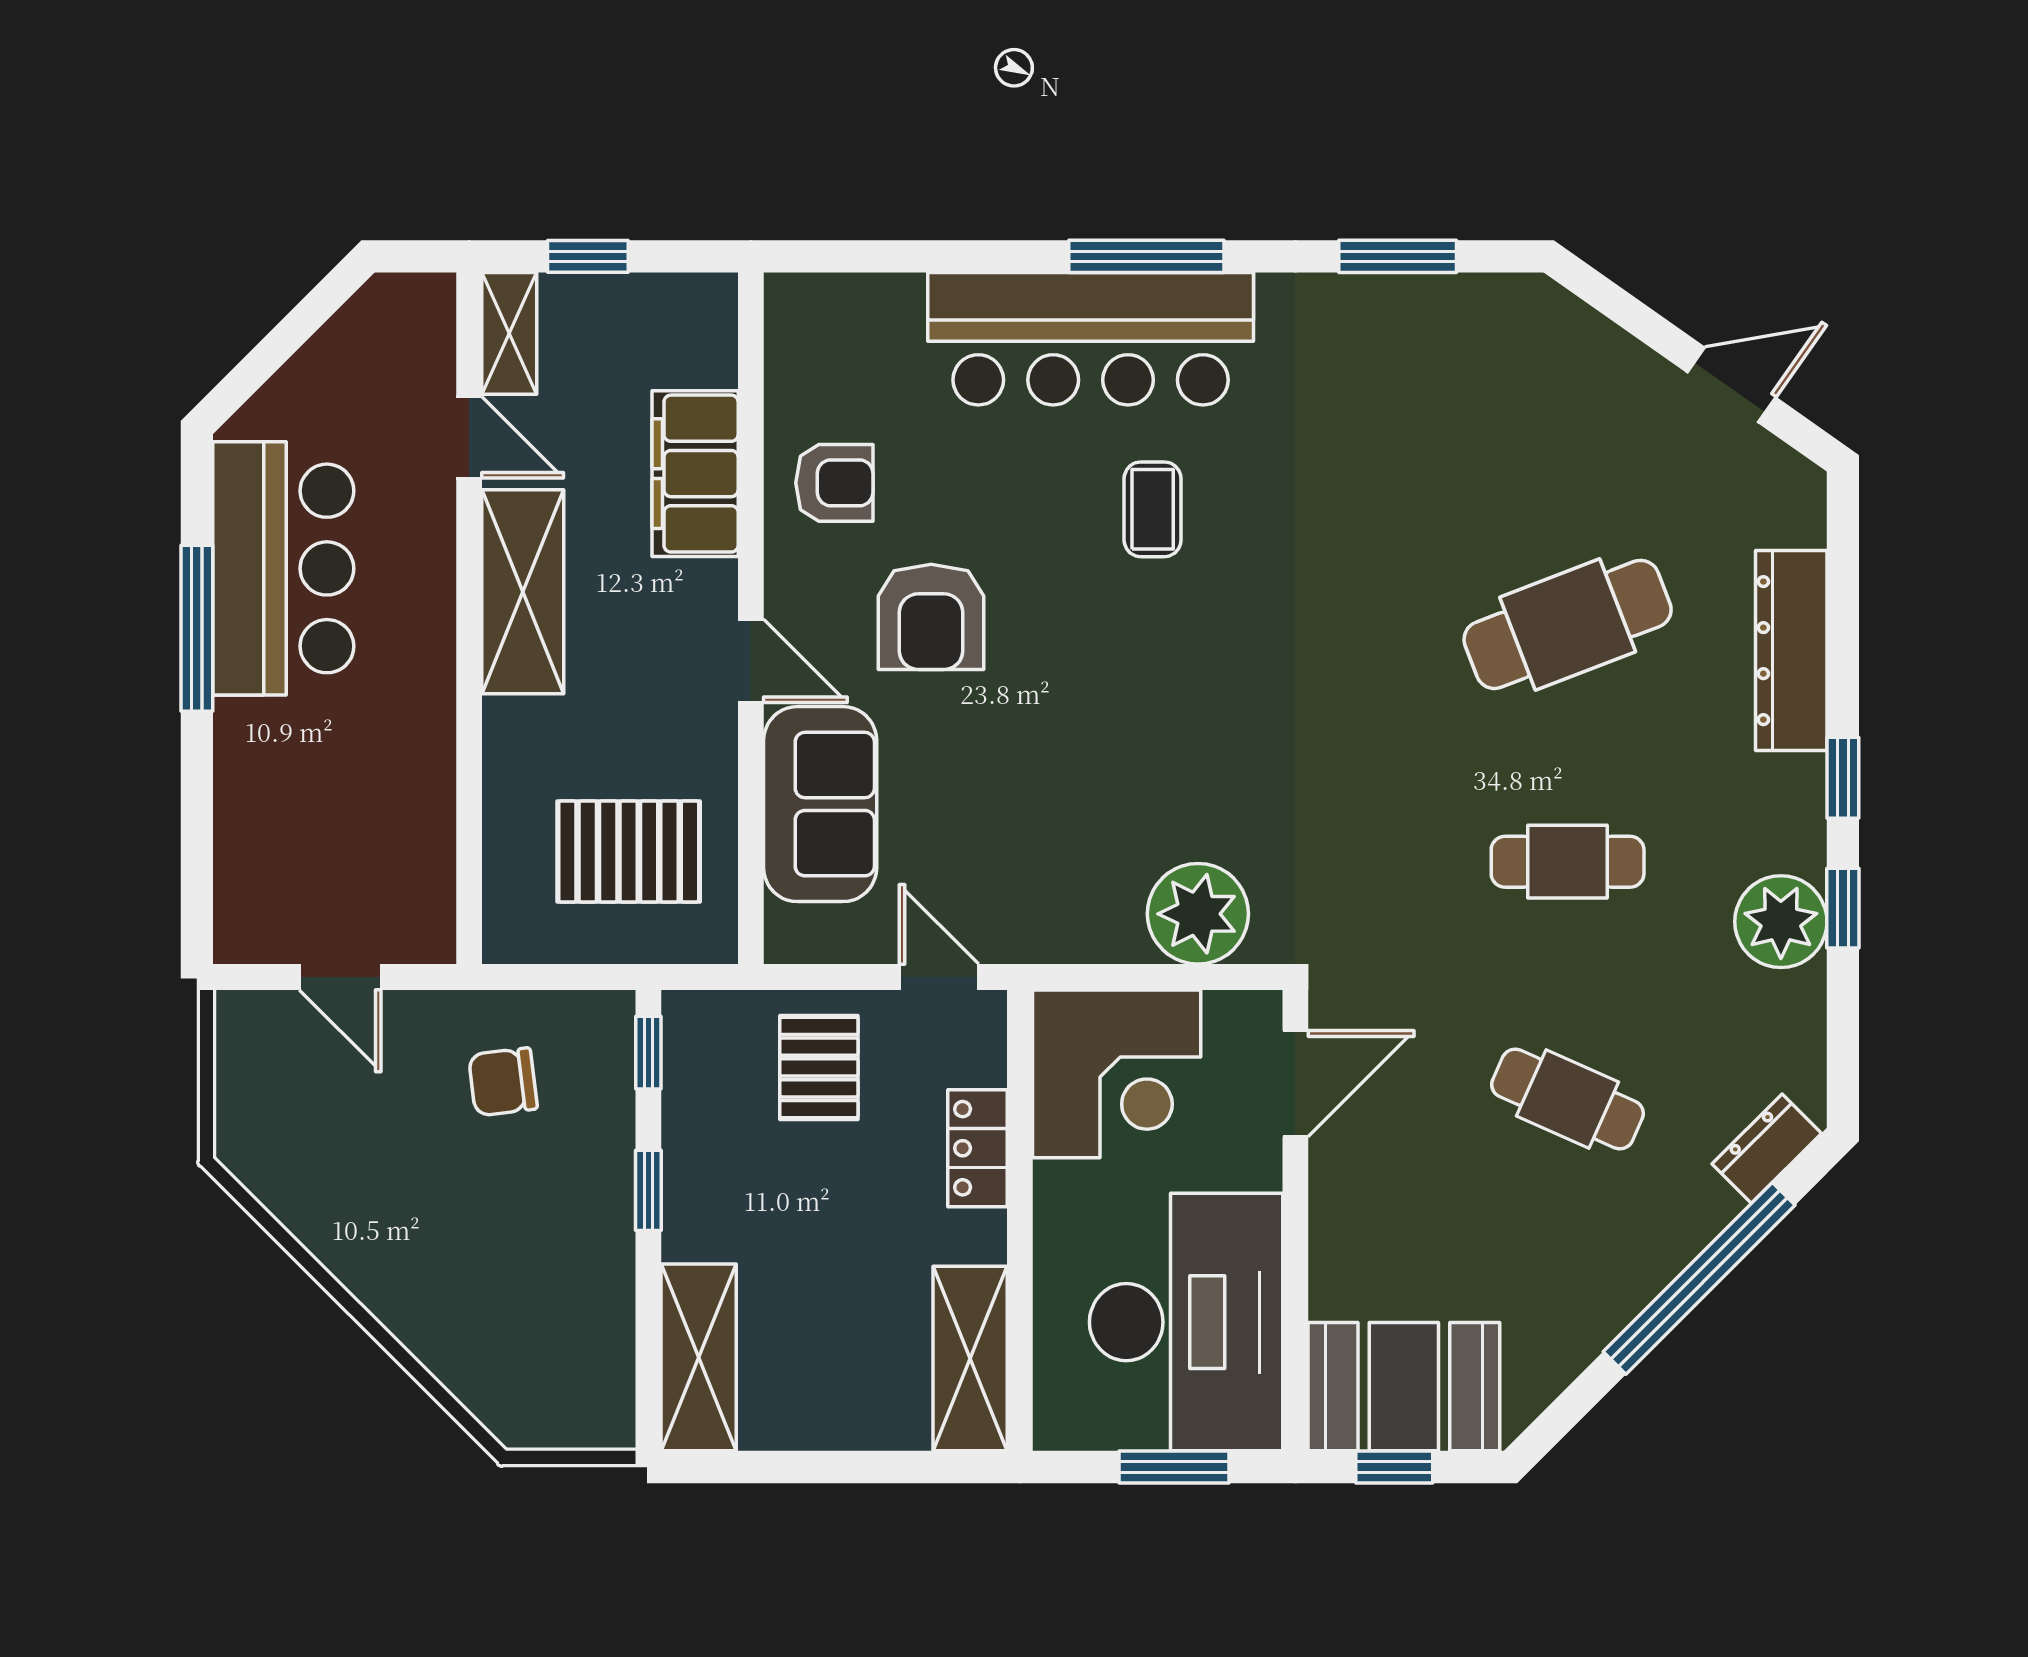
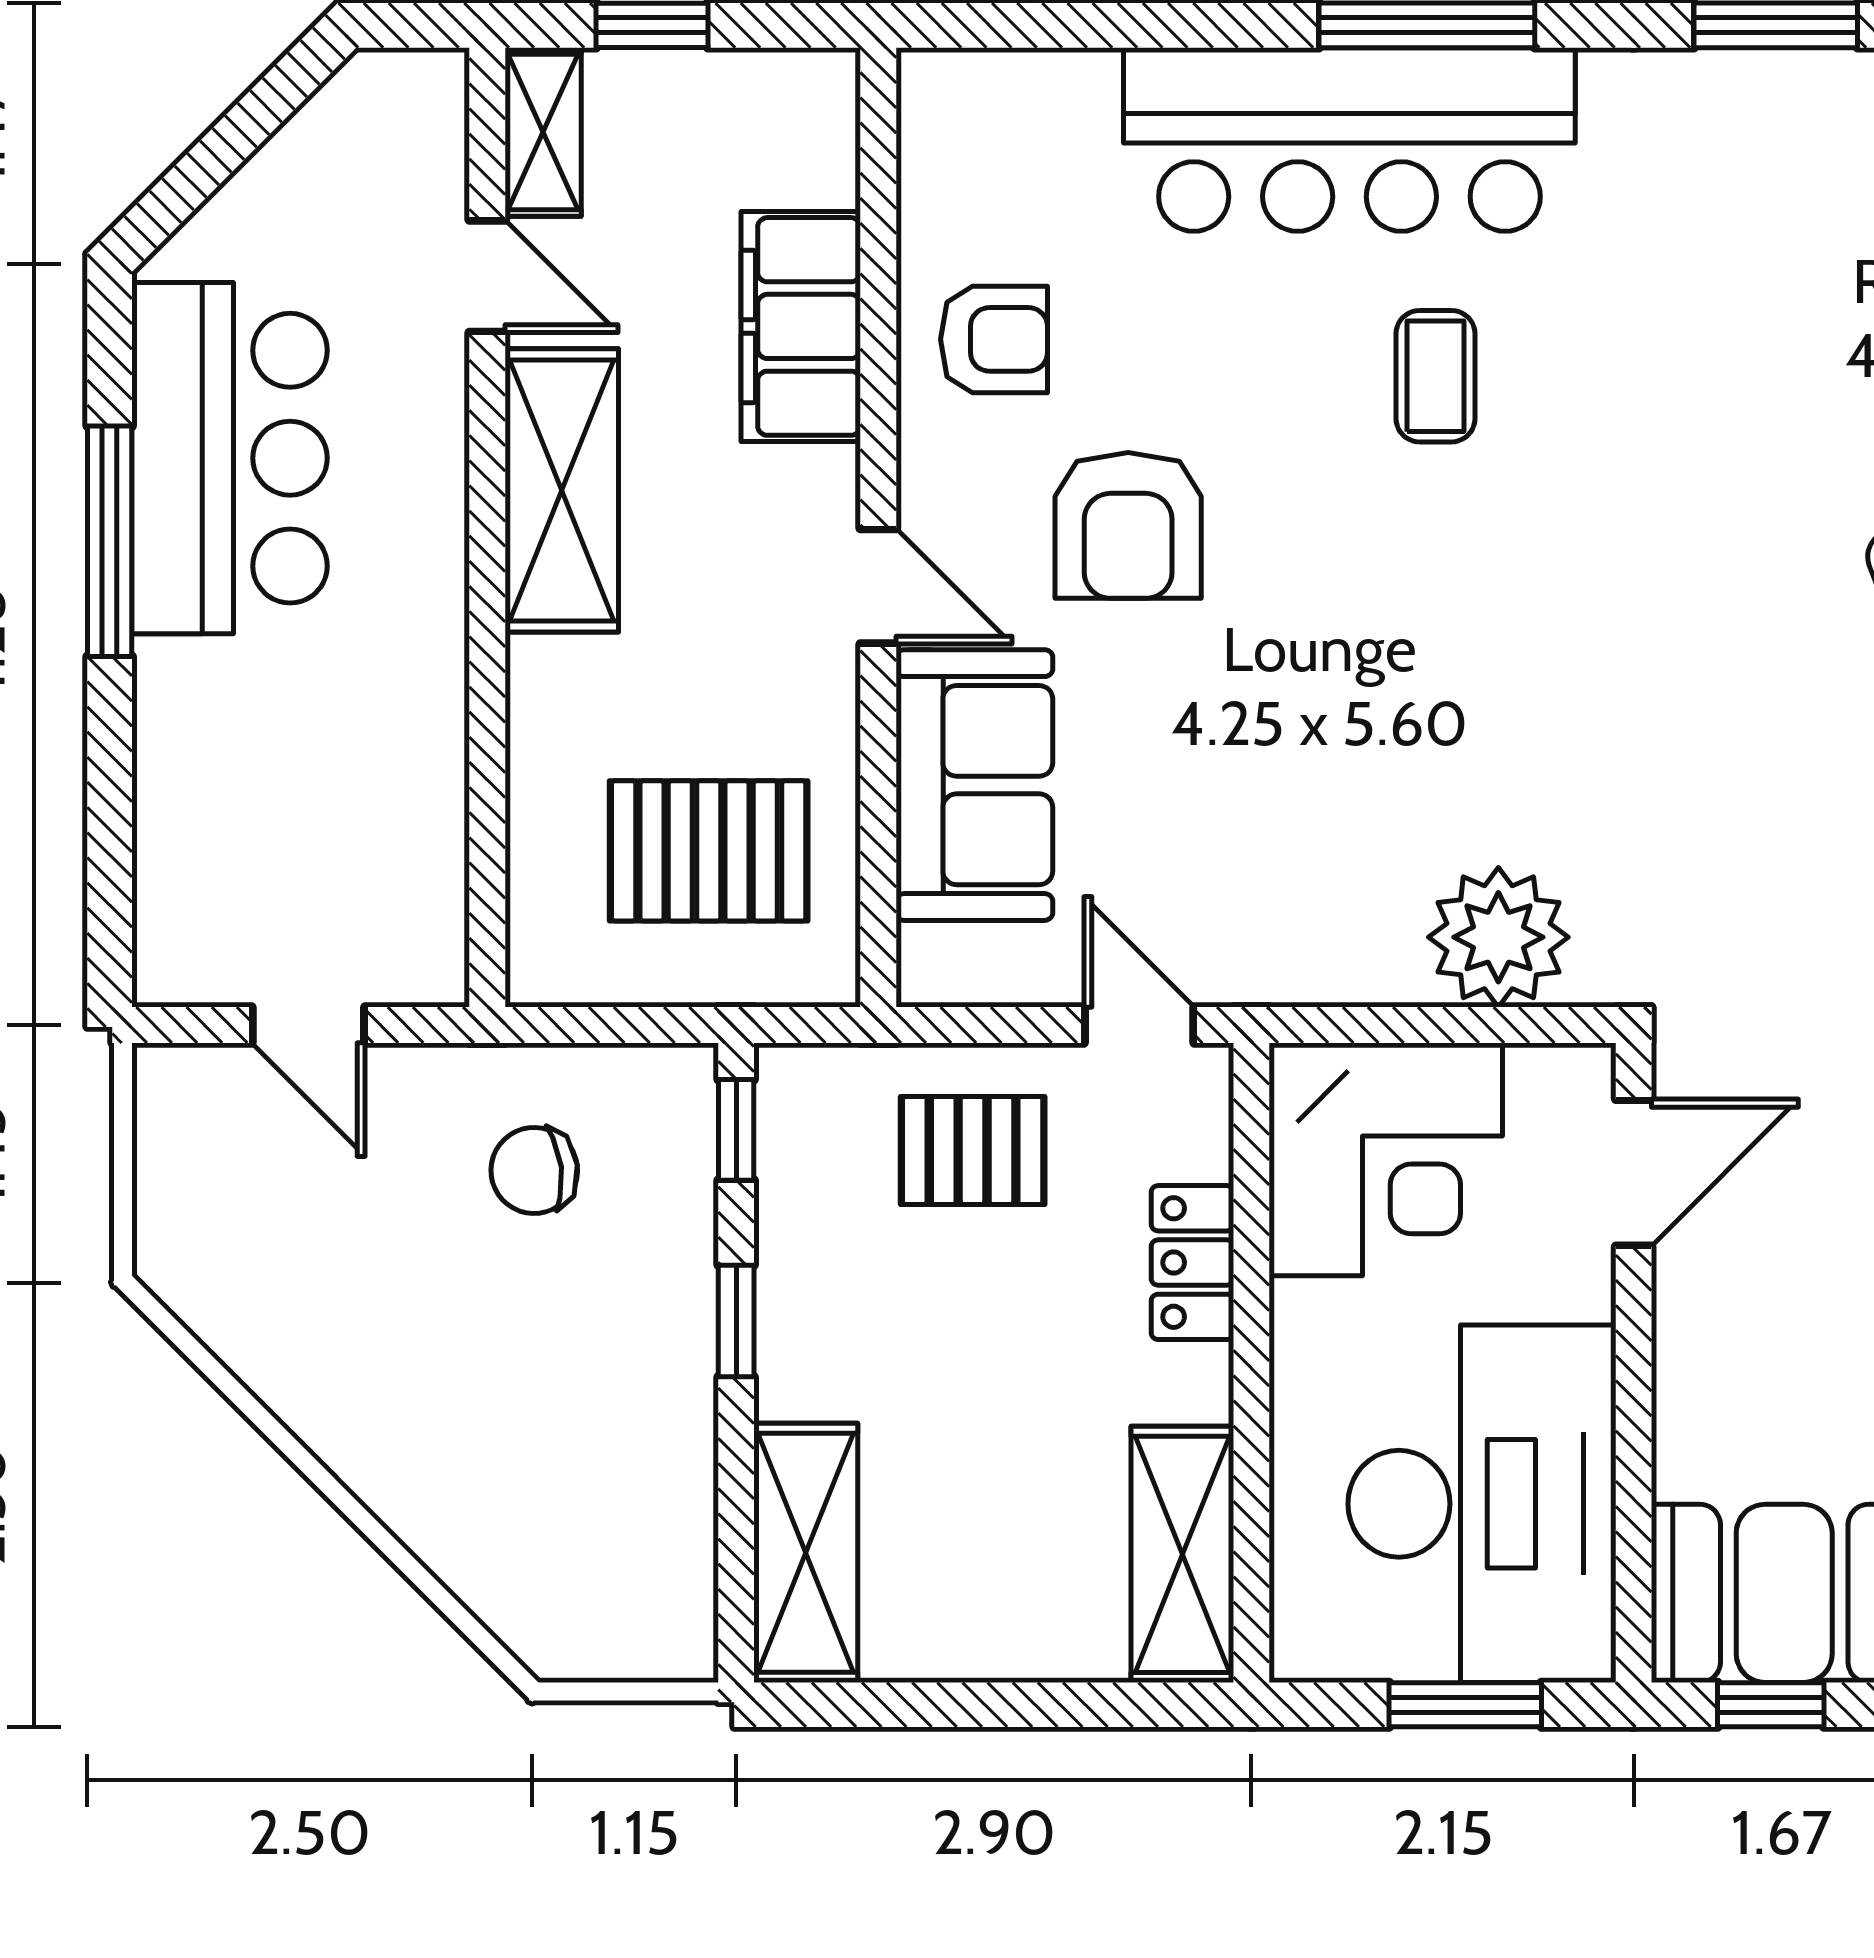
pallet: (819, 1067) -> (973, 1150), turned 90

